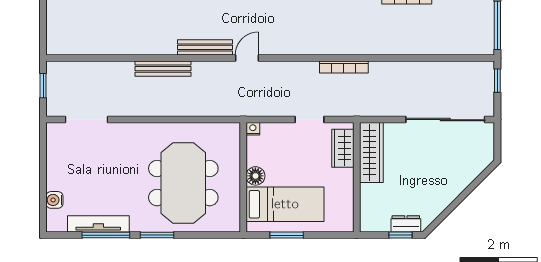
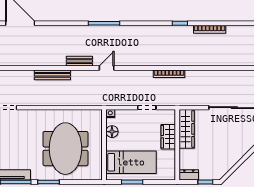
bench: (205, 47) -> (79, 61), width x0.73
wardrobe: (343, 148) -> (168, 137), moved
floor lamp: (255, 176) -> (112, 132), moved
dresser: (406, 224) -> (189, 175), moved

